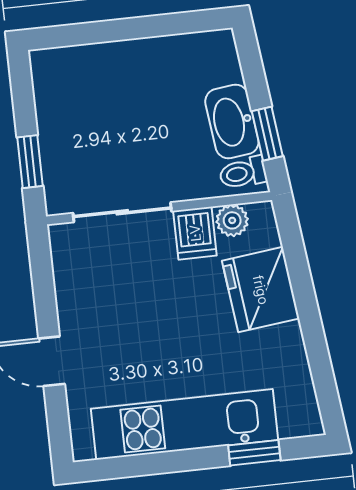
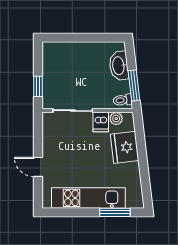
washbasin: (232, 121) -> (119, 66), moved
window: (267, 134) -> (134, 85), width x1.50
window: (254, 453) -> (115, 212), width x1.50

